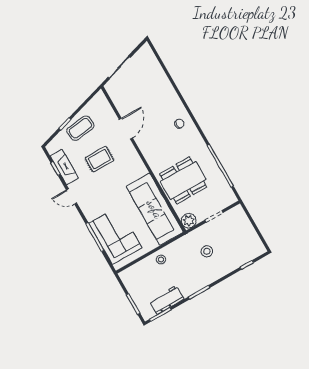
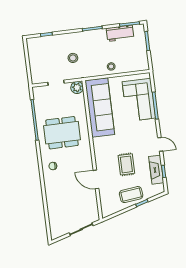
door: (126, 129) -> (96, 179), hinge flipped
rug: (99, 159) -> (126, 164), turned 90
dining table: (183, 180) -> (62, 133), moved

